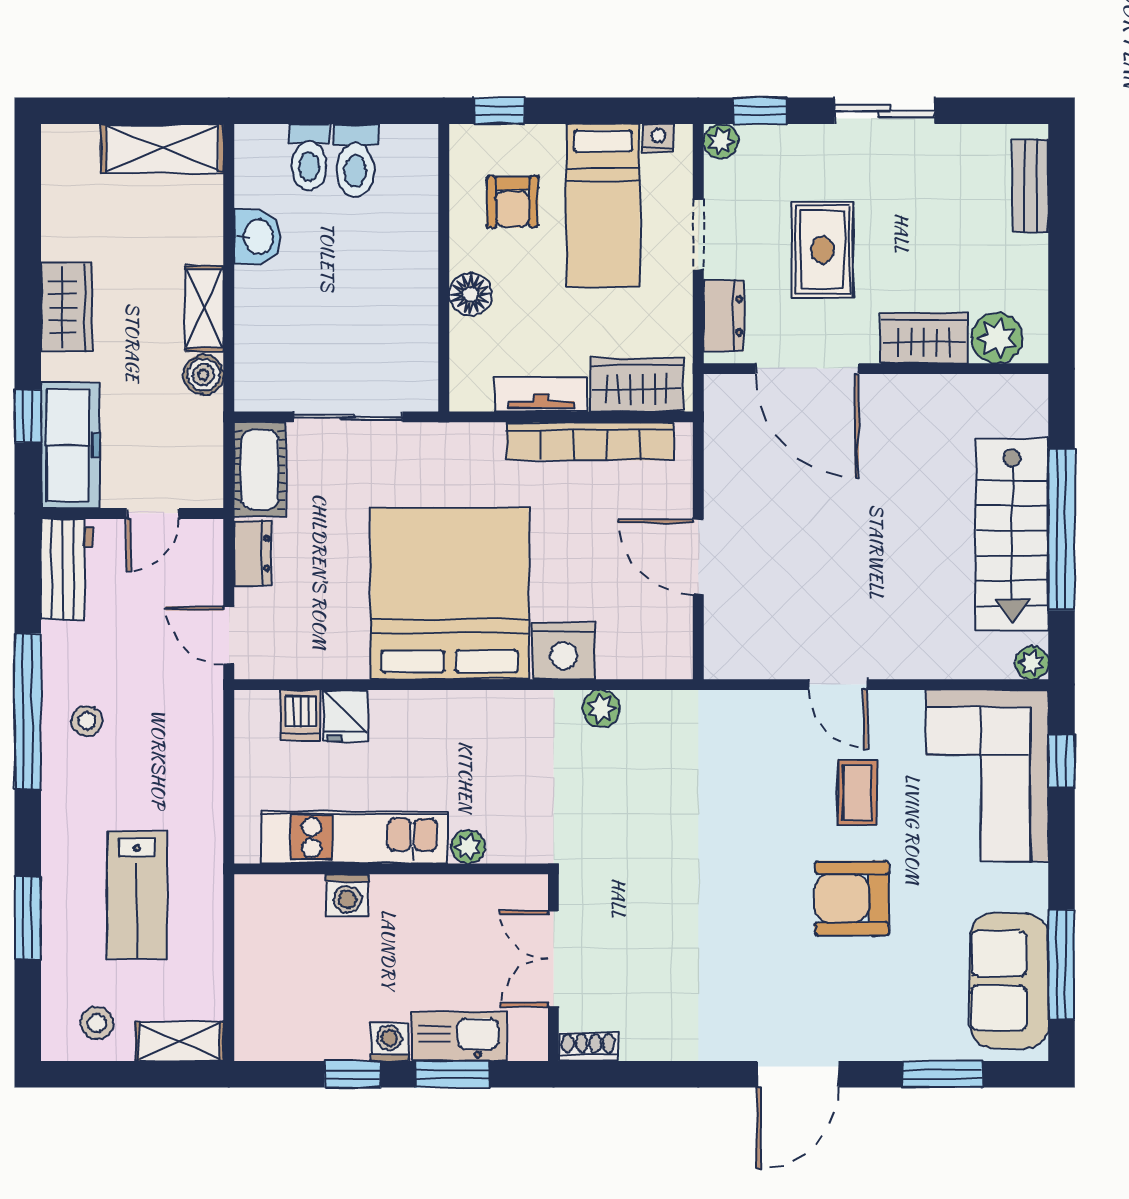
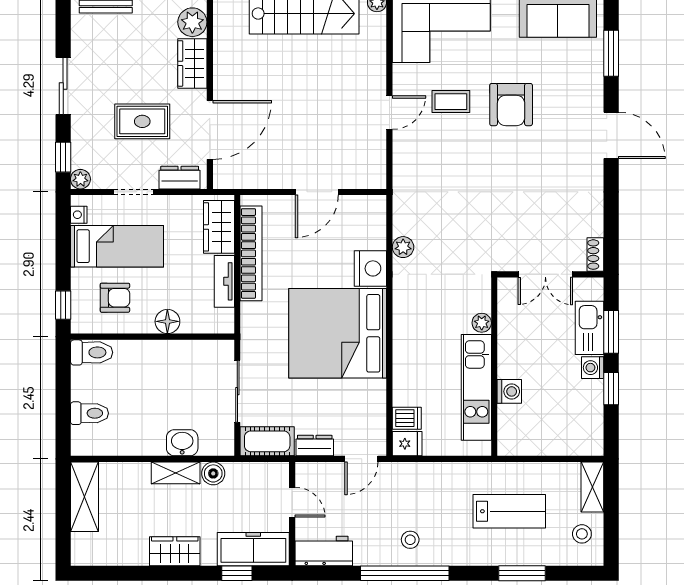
toilet: (355, 161) -> (92, 352), moved
washbasin: (257, 237) -> (182, 443), moved
fridge: (345, 716) -> (407, 444), moved

